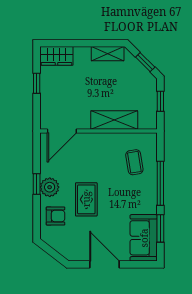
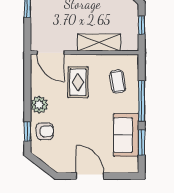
door: (62, 131) -> (51, 53), hinge flipped
window: (37, 184) -> (27, 132), moved
rug: (86, 199) -> (78, 82), moved
sofa: (144, 238) -> (126, 135), moved

